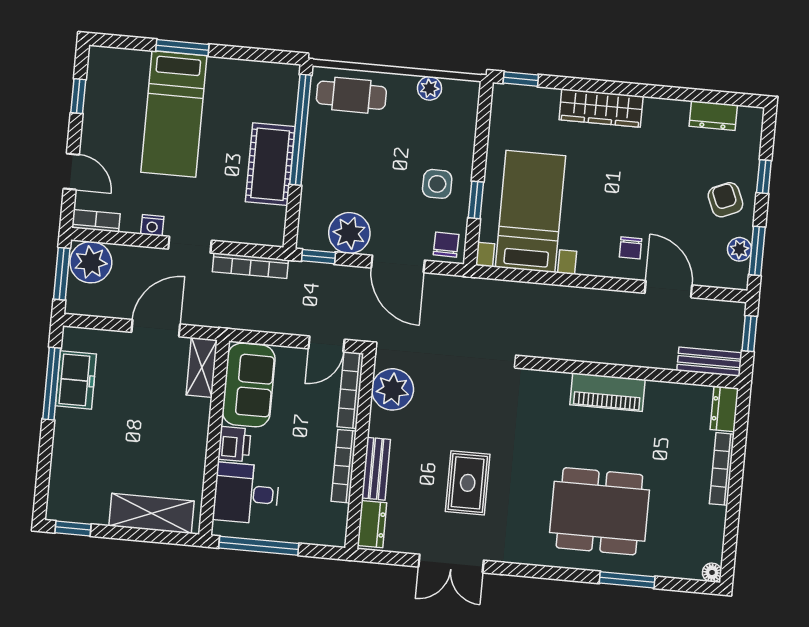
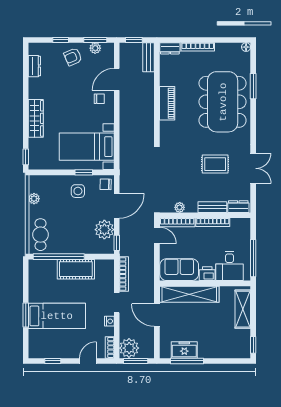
shelving: (202, 367) -> (189, 294), width x2.20, depth x1.33
plant: (393, 389) -> (180, 207), width x0.53, depth x0.53
dining table: (599, 511) -> (223, 102), width x1.36, depth x1.24

